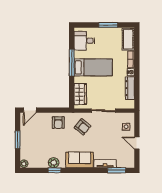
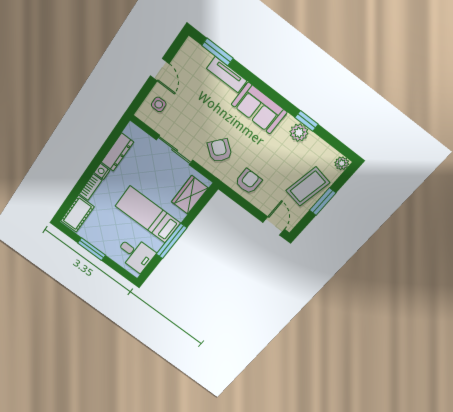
door: (30, 110) -> (274, 226), hinge flipped
coffee table: (30, 141) -> (308, 187), added

